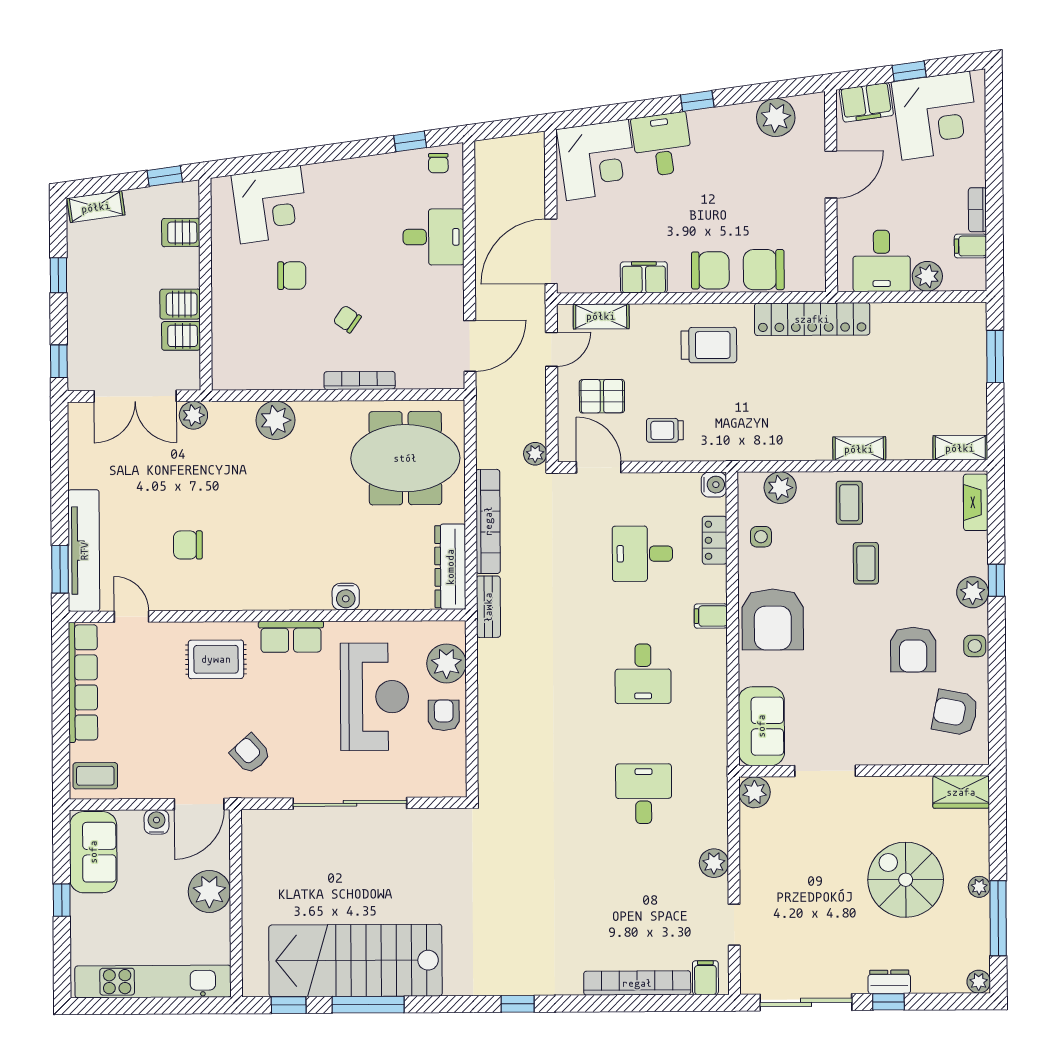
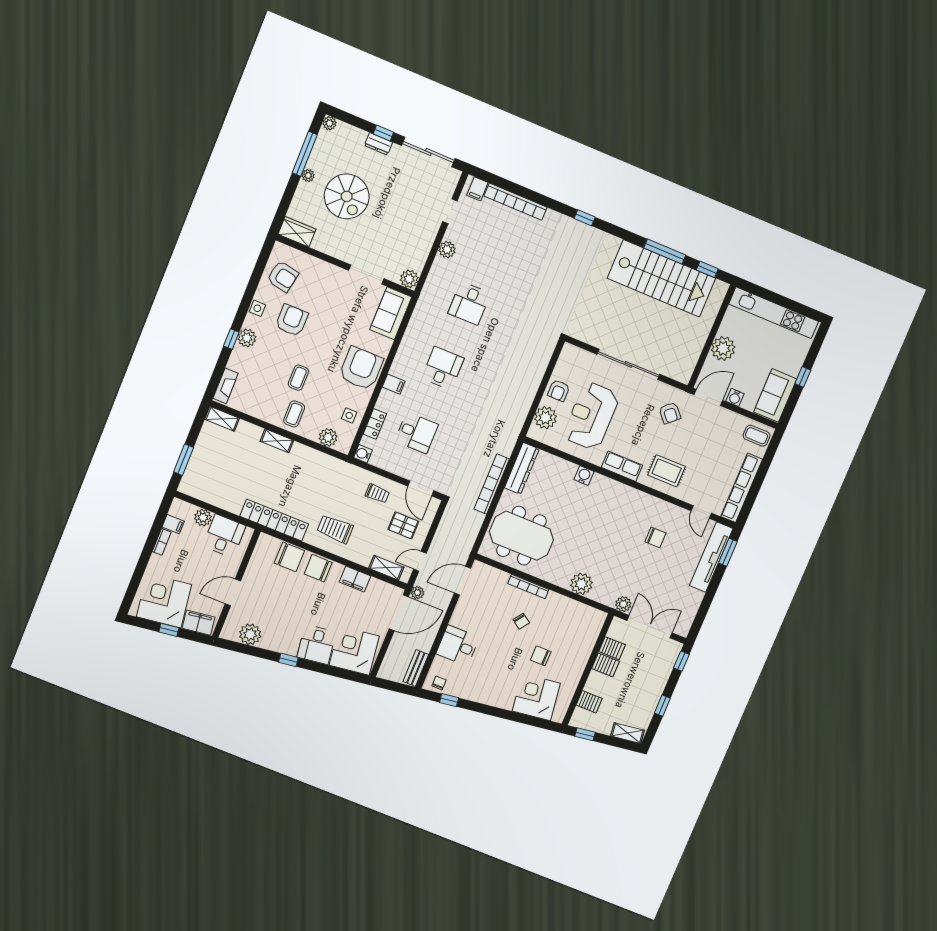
plant: (535, 454) -> (417, 593), moved
bench: (488, 607) -> (416, 668), moved

